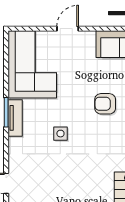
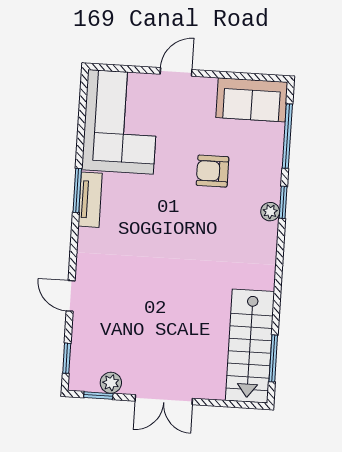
armchair: (105, 104) -> (213, 171), moved
side table: (60, 134) -> (156, 227), removed

